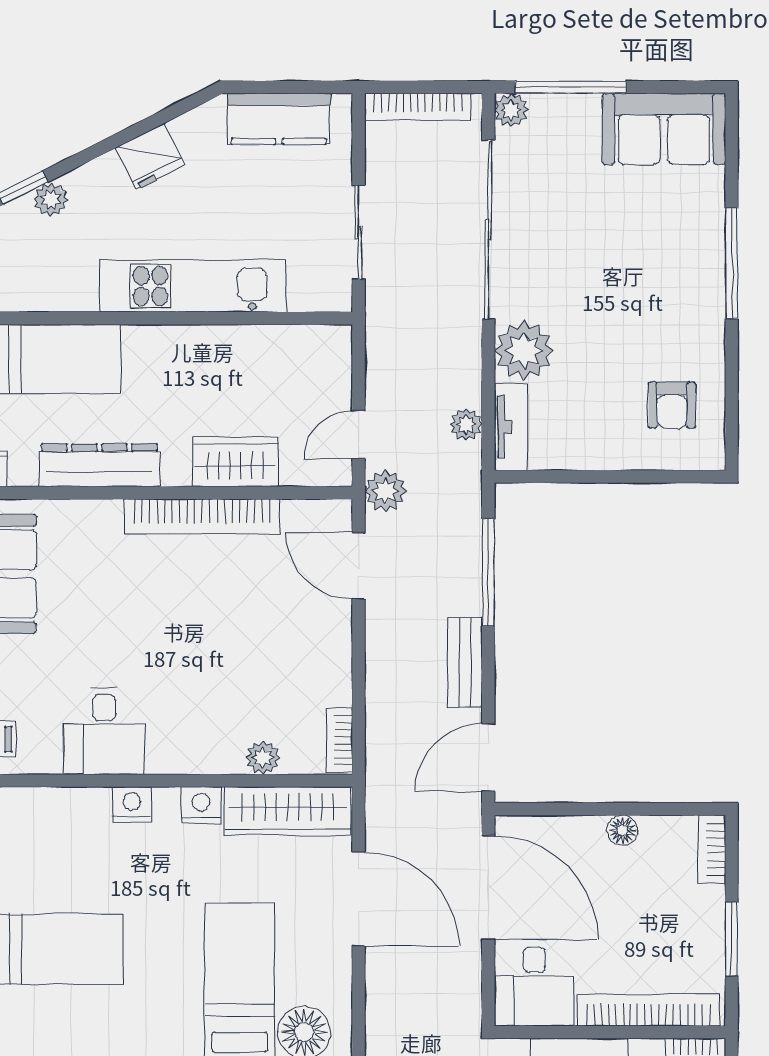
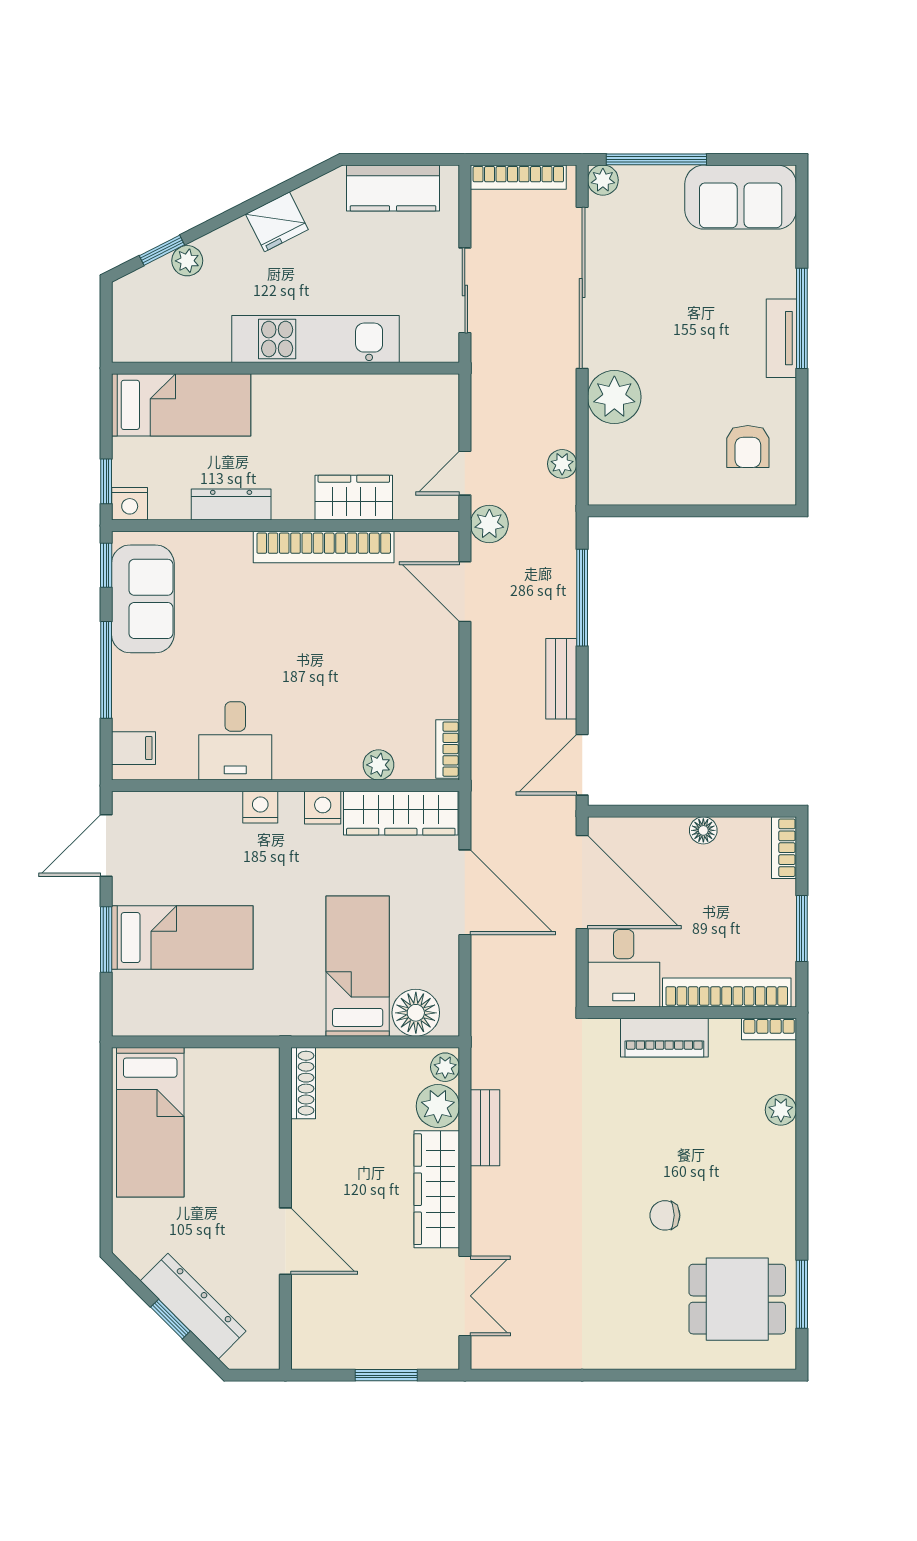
tv unit: (511, 427) -> (781, 338), moved, turned 180
dresser: (99, 465) -> (231, 504), width x0.73, depth x0.80

